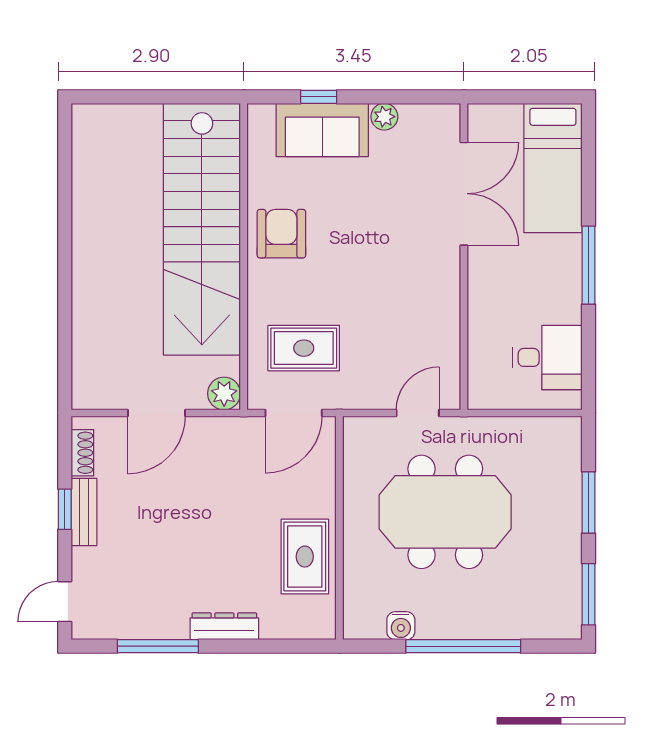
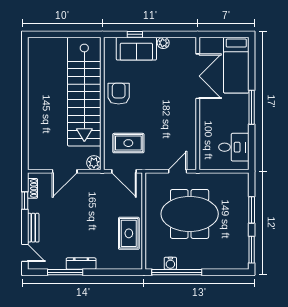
door: (294, 413) -> (124, 171), hinge flipped
window: (65, 509) -> (25, 201), moved
bench: (84, 512) -> (33, 228), moved
door: (65, 602) -> (25, 253), swing flipped
dresser: (224, 626) -> (81, 264), moved
window: (463, 646) -> (177, 272), moved

